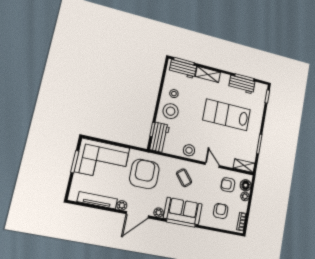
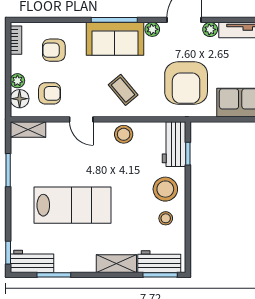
workbench: (242, 85) -> (32, 261), moved
armchair: (221, 211) -> (54, 50), turned 90

